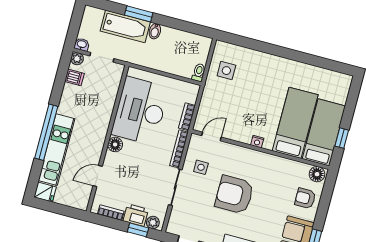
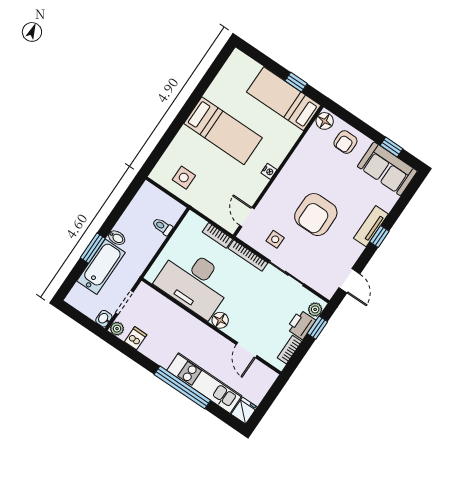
toilet: (199, 72) -> (162, 227), moved
bed: (295, 123) -> (223, 131), moved, turned 180

